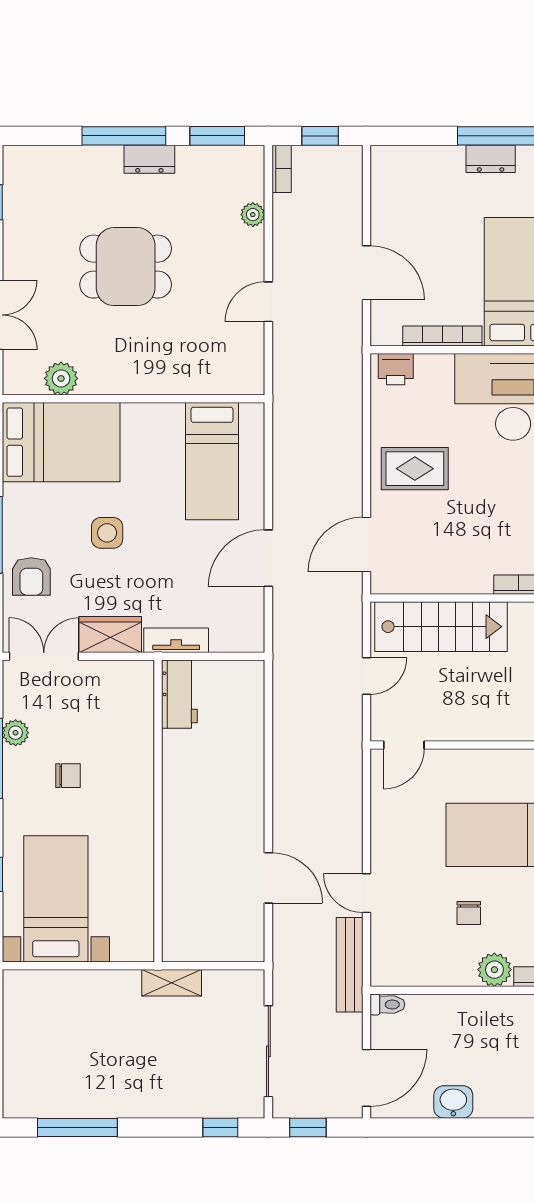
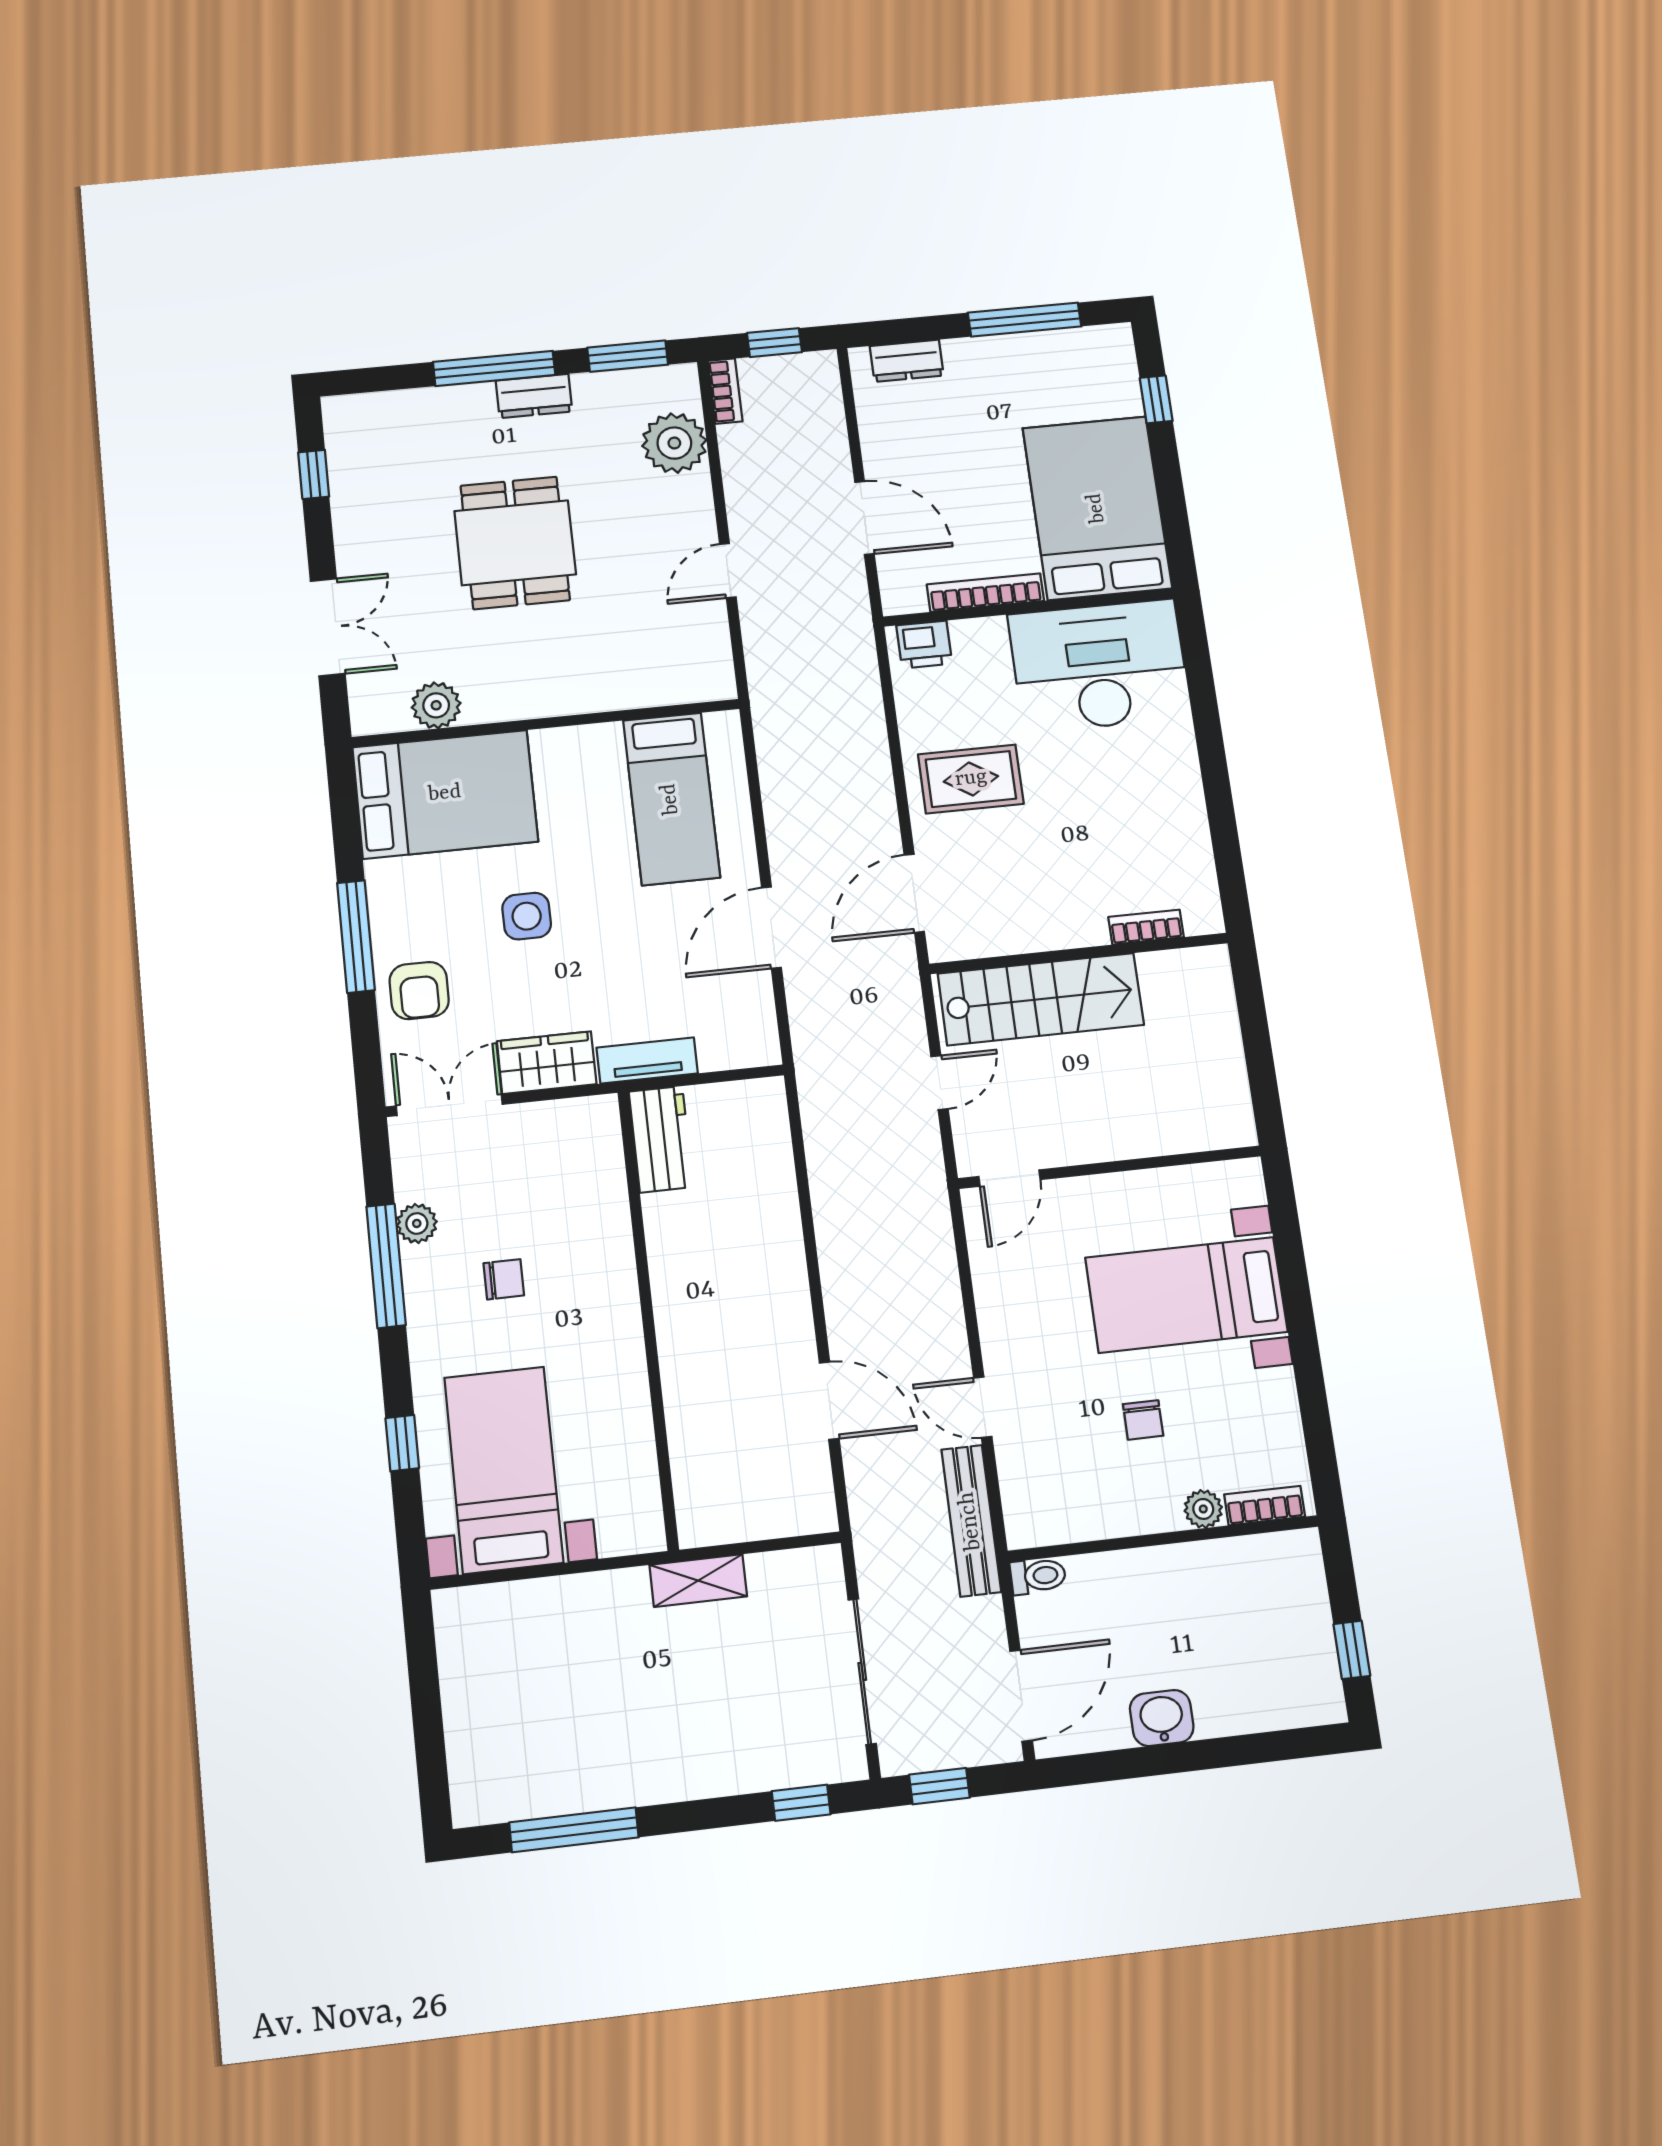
dresser: (491, 159) -> (907, 361), moved
plant: (253, 215) -> (674, 443), width x1.88, depth x1.88
dining table: (126, 267) -> (515, 543), turned 90
plant: (494, 970) -> (1203, 1509), width x0.73, depth x0.73

